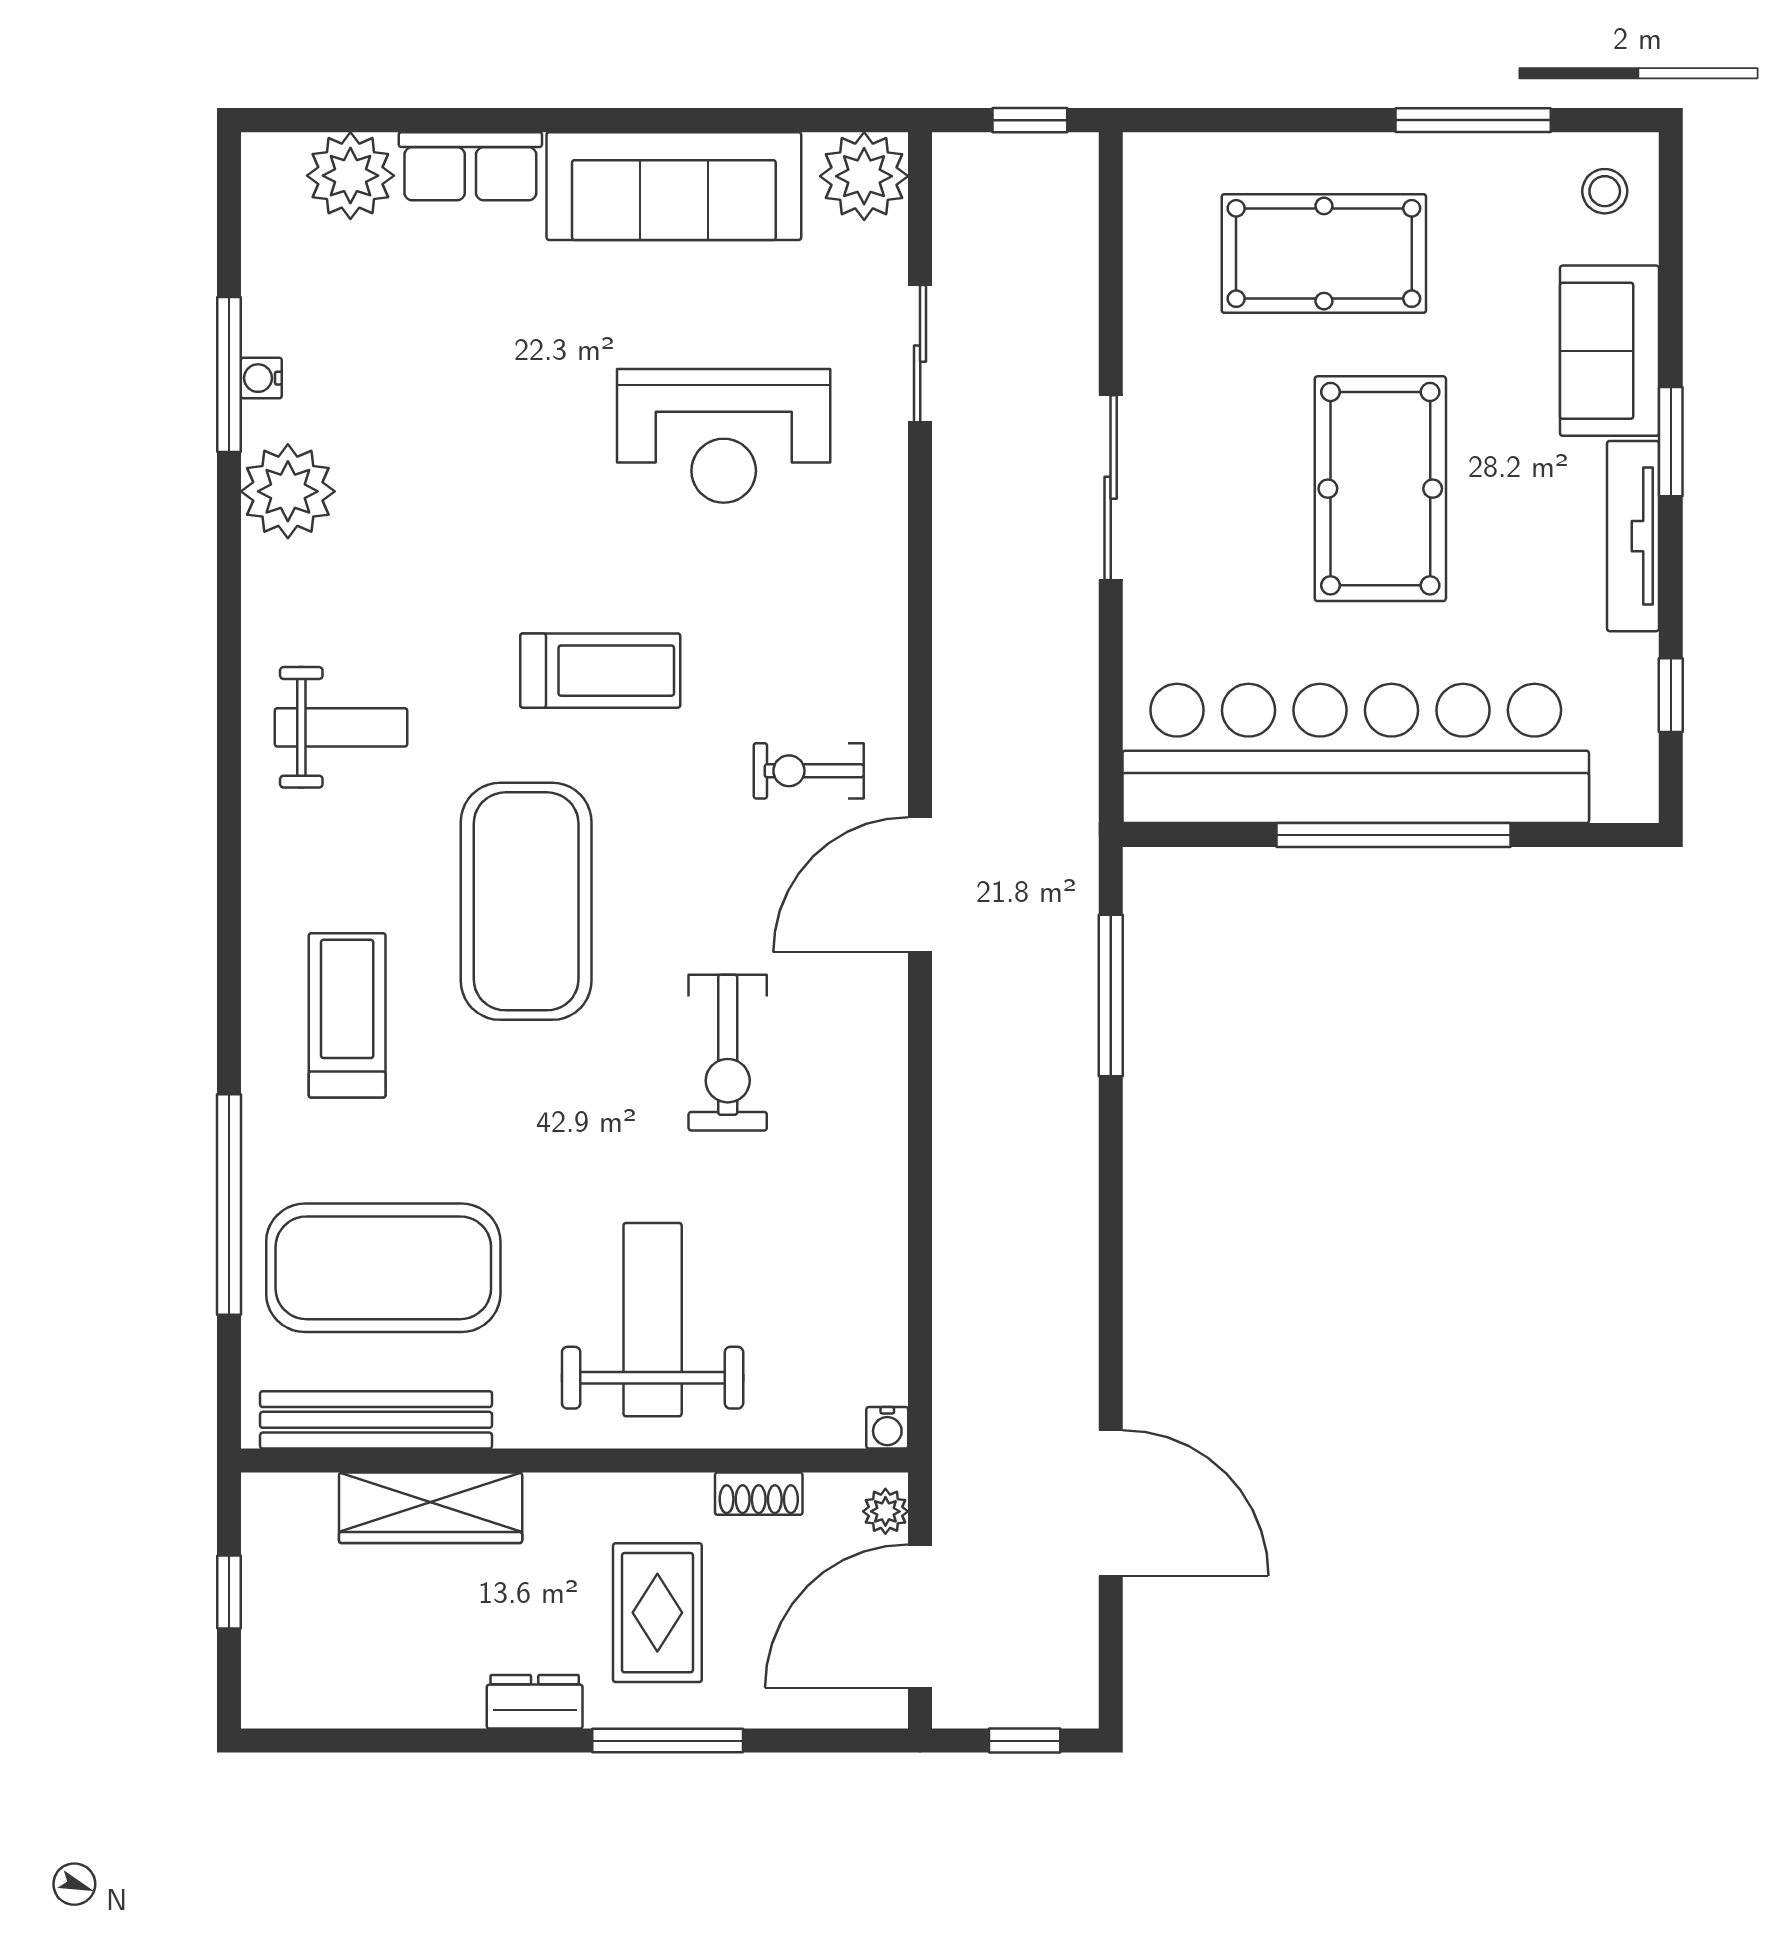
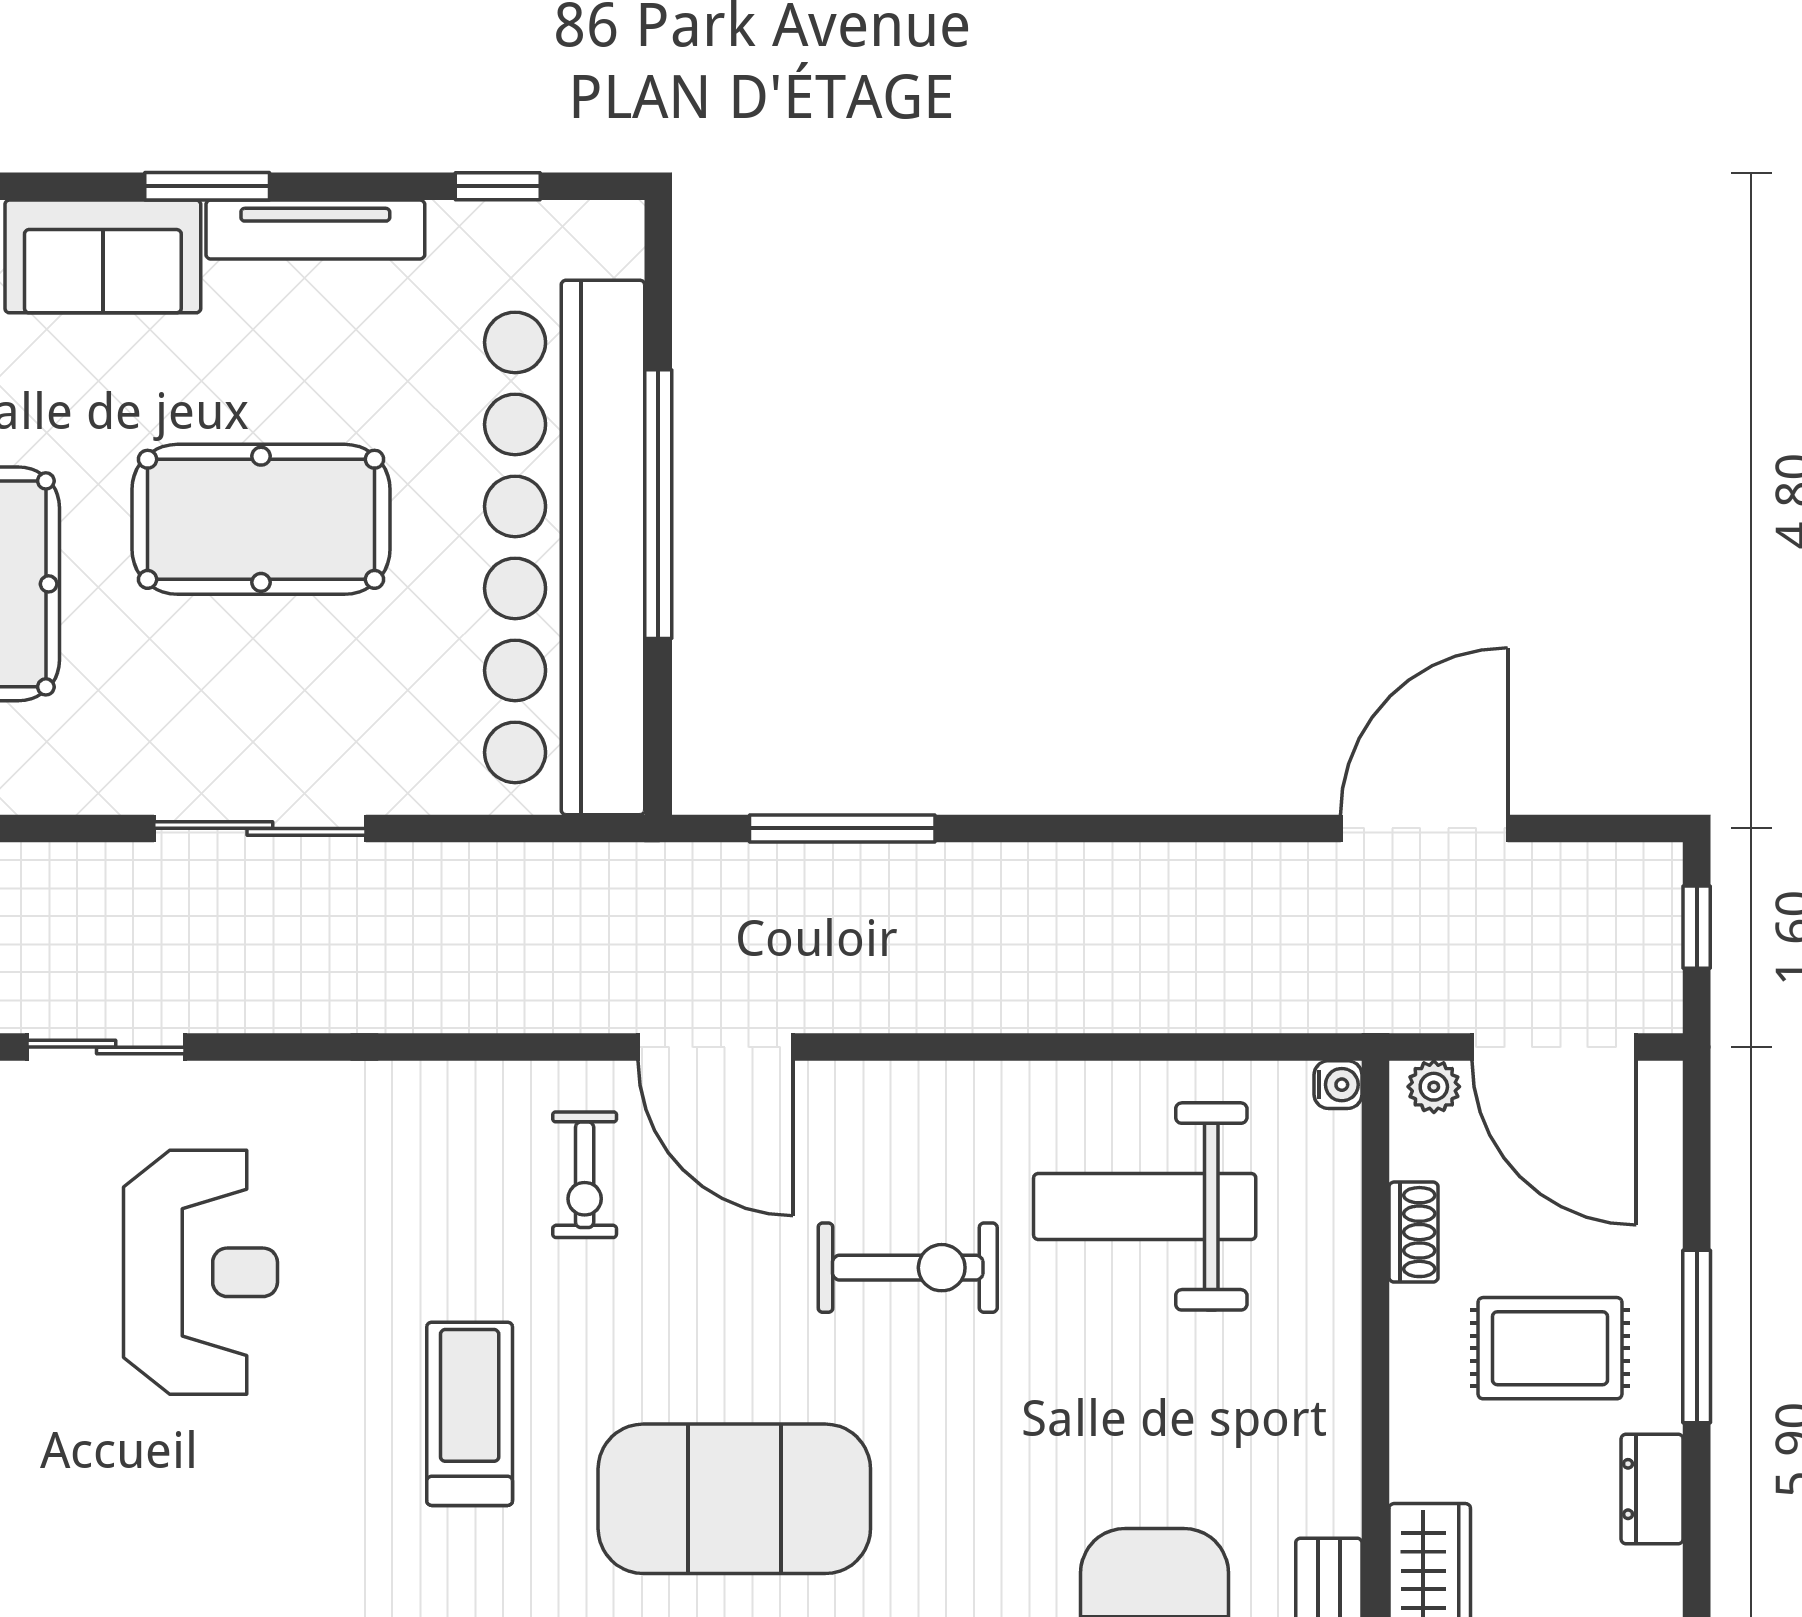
weight bench: (653, 1320) -> (1145, 1206), moved

